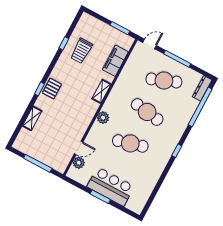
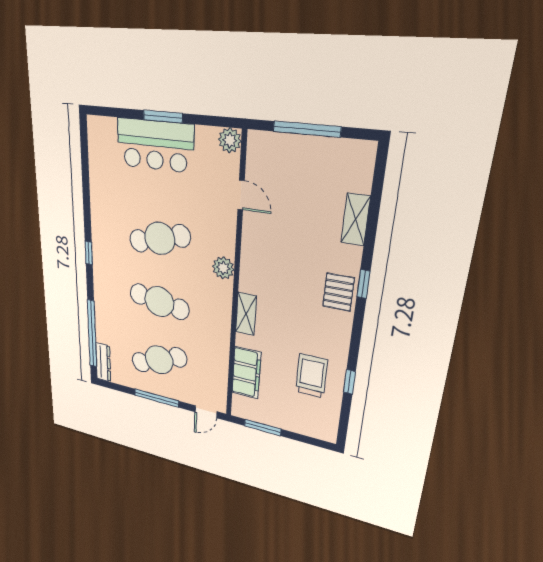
door: (79, 148) -> (241, 195), swing flipped
plant: (79, 163) -> (230, 140), moved

